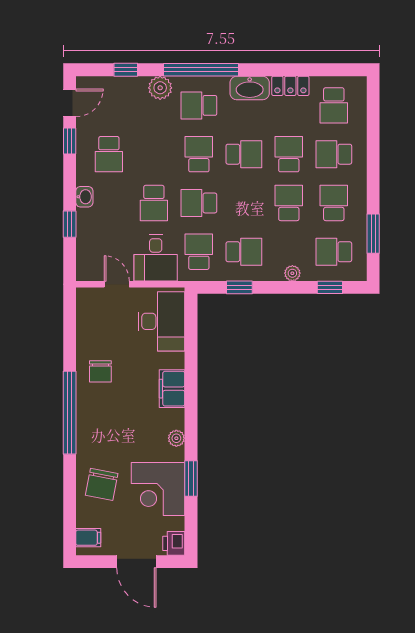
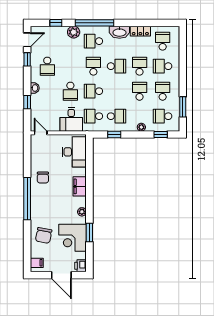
school desk: (334, 105) -> (163, 41), turned 180
school desk: (199, 252) -> (93, 116), turned -90
door: (117, 284) -> (41, 133), moved

